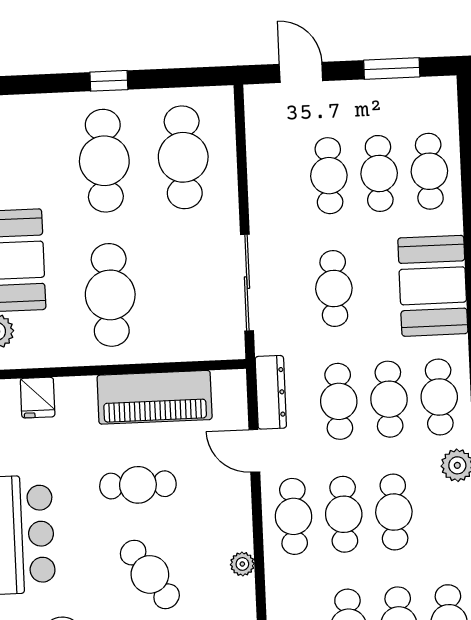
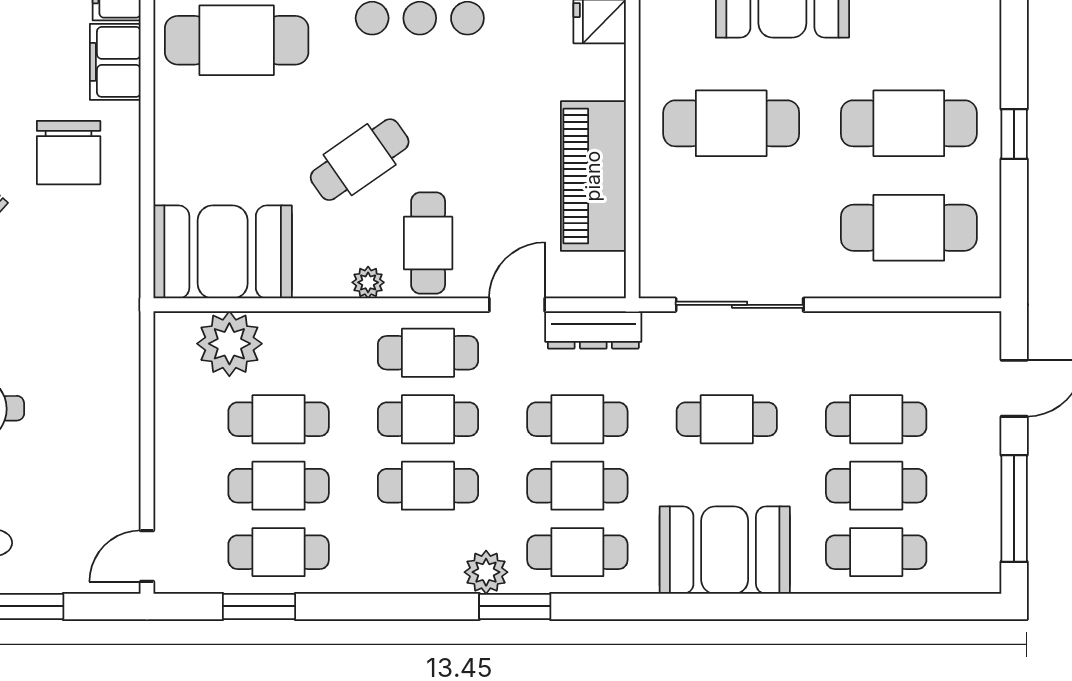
window: (392, 69) -> (1014, 508), width x1.44
cafe table: (138, 485) -> (428, 243), moved

